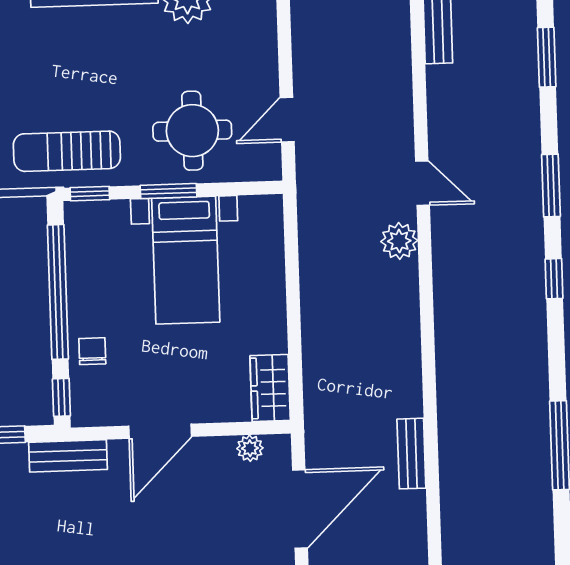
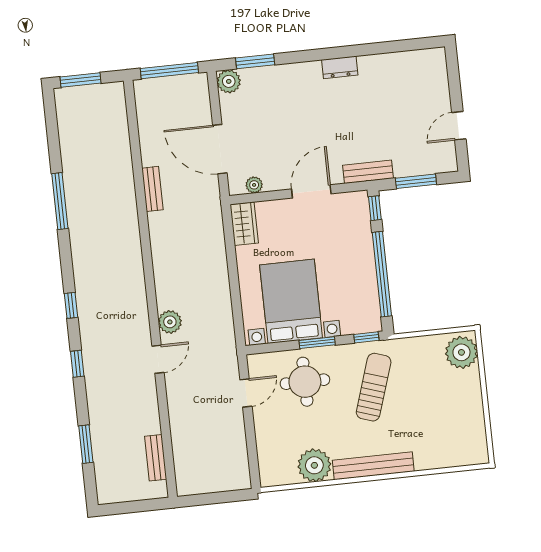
sun lounger: (67, 151) -> (374, 387), moved, turned -72
door: (423, 183) -> (158, 359), swing flipped
window: (551, 185) -> (77, 364), width x0.67
bed with nightstands: (186, 260) -> (291, 301), width x1.36
chair: (92, 351) -> (358, 239), removed
door: (300, 509) -> (220, 149), hinge flipped

